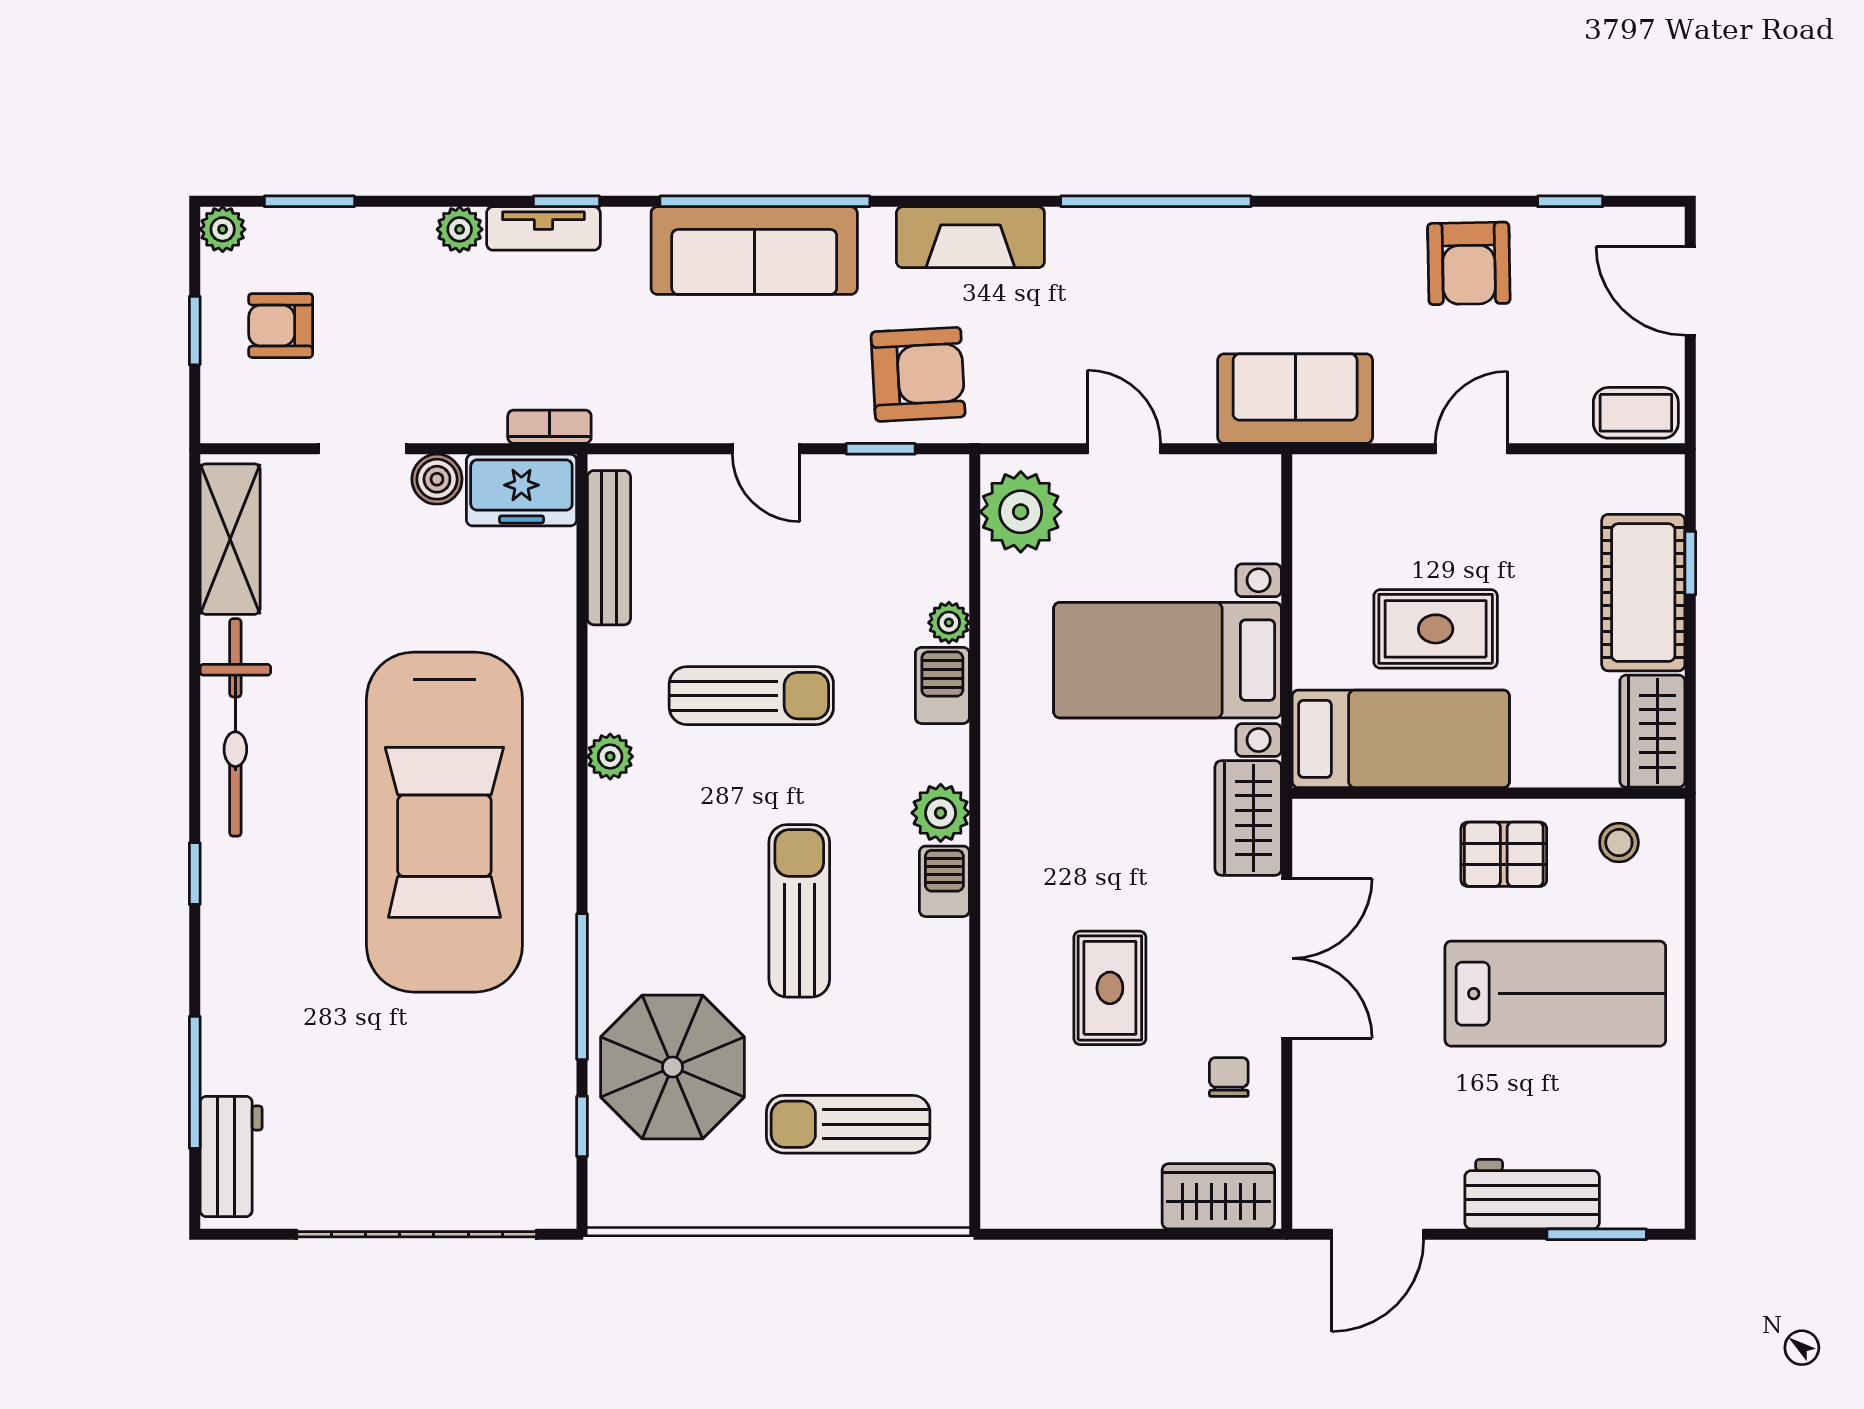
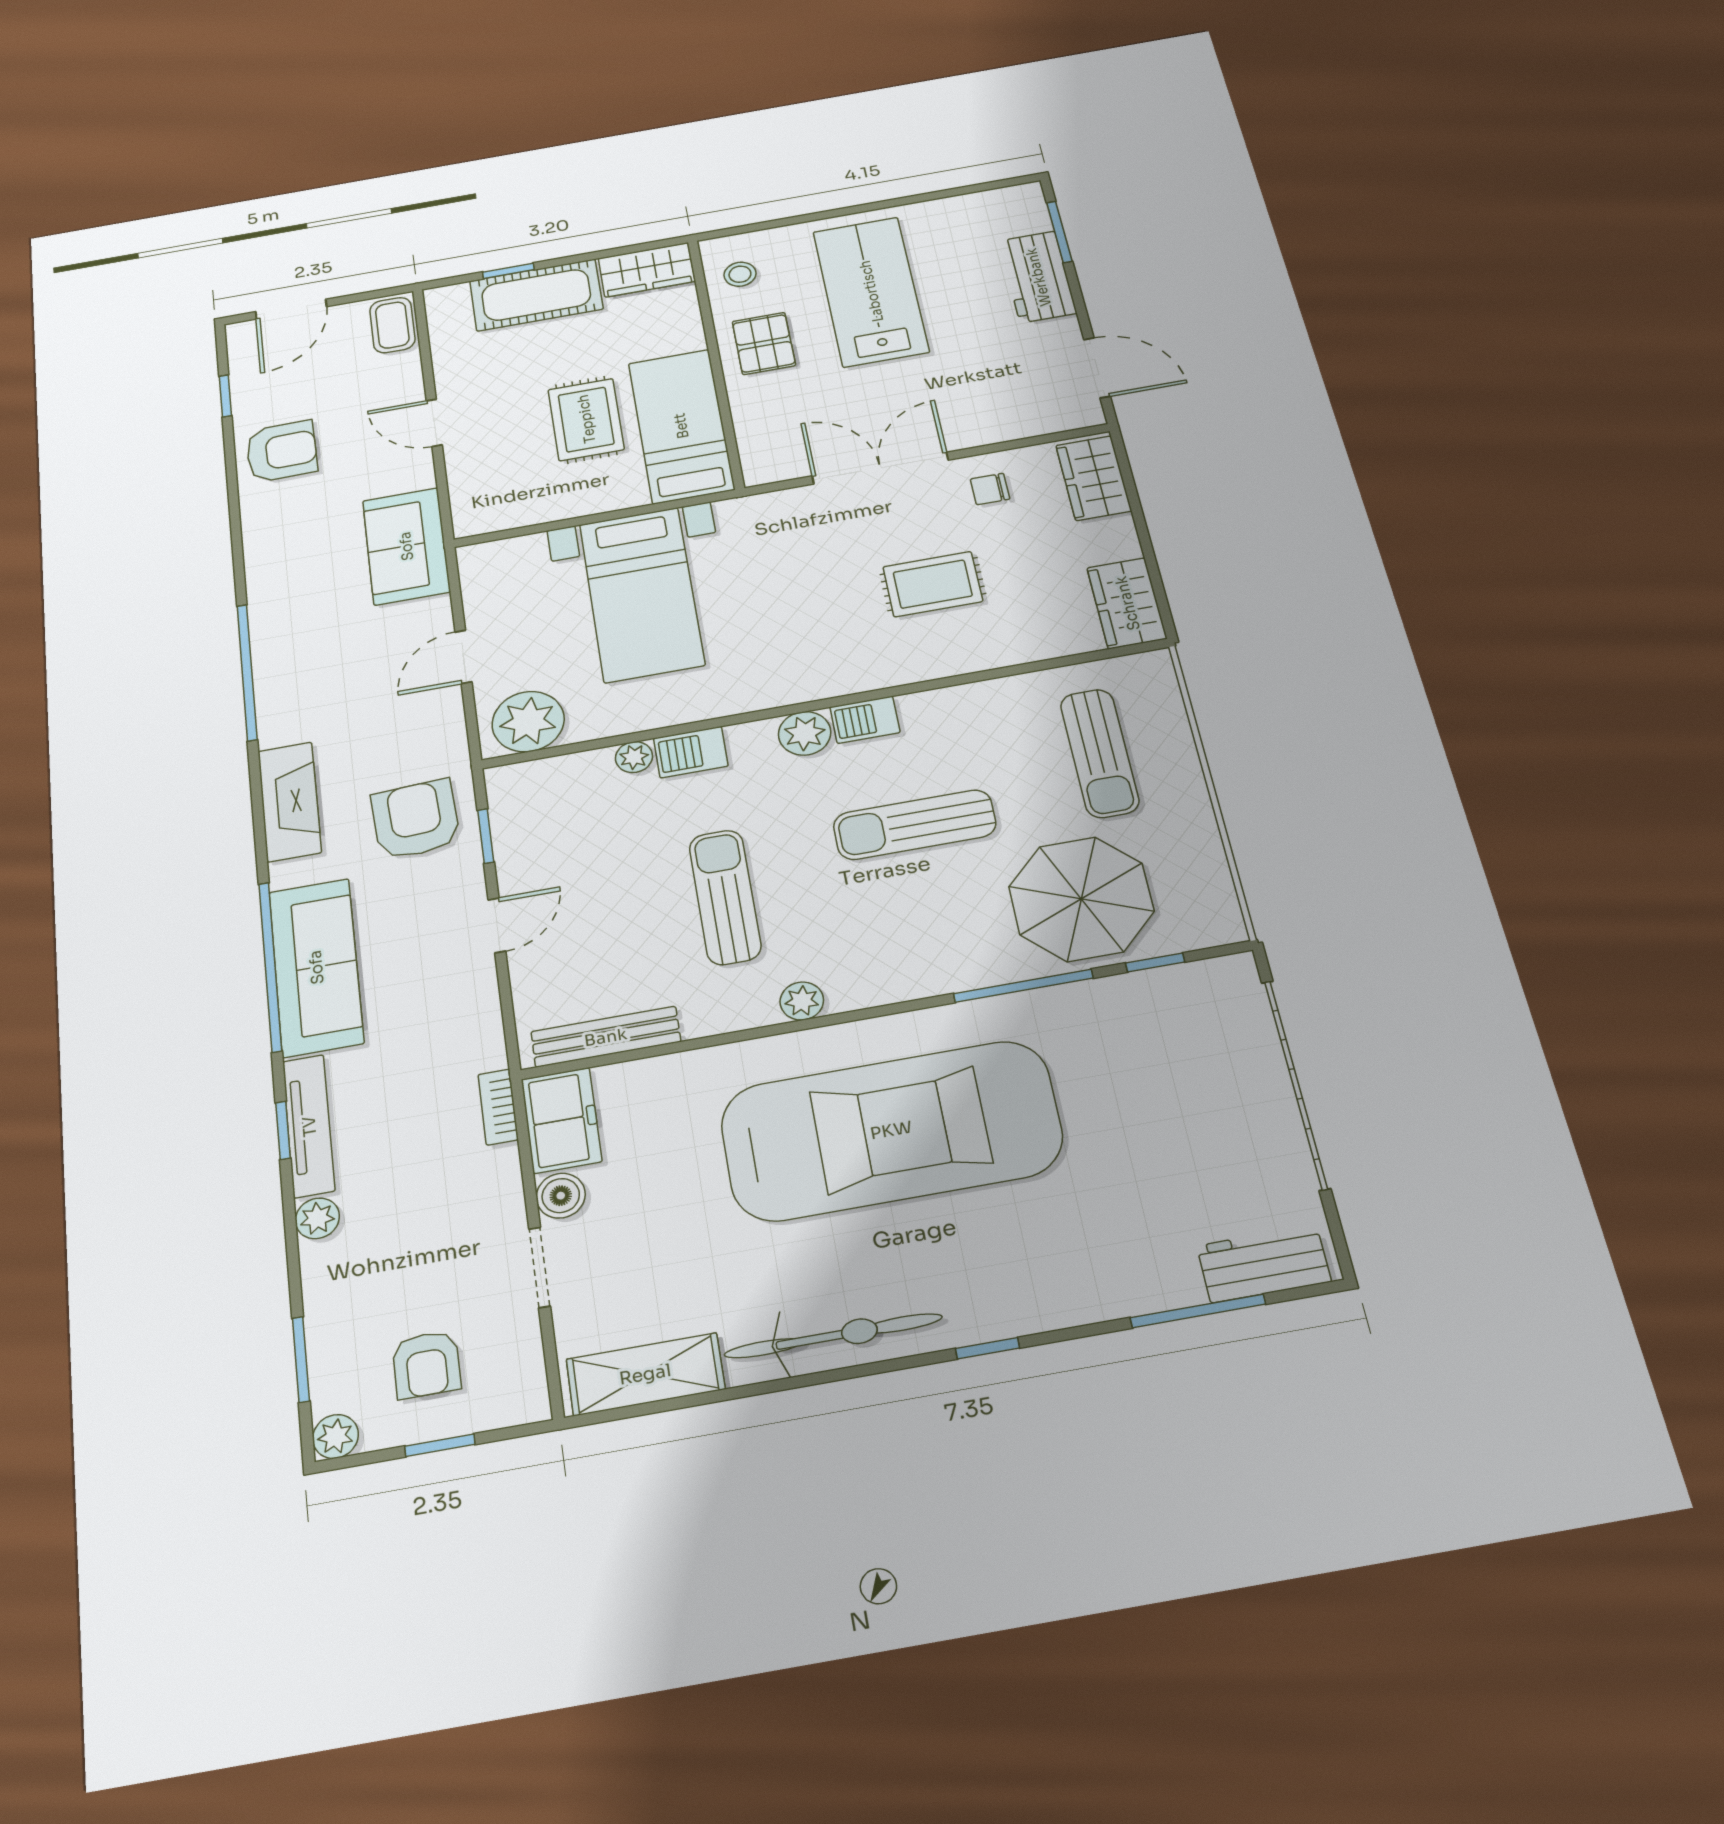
tv unit: (543, 228) -> (309, 1126), width x1.41
wardrobe: (1248, 818) -> (1127, 603), moved, turned 90

